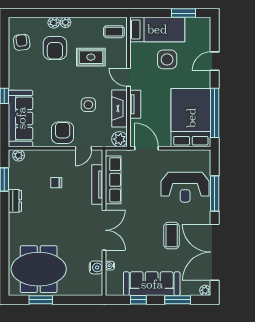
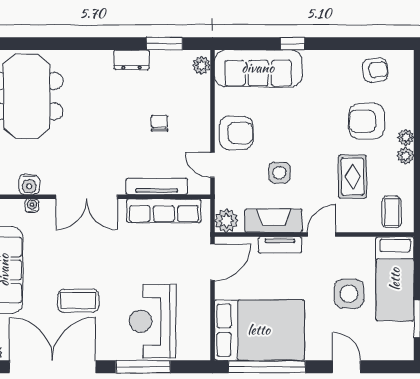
plant: (54, 23) -> (405, 156), moved

